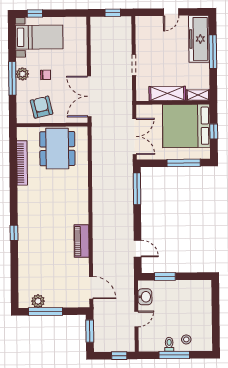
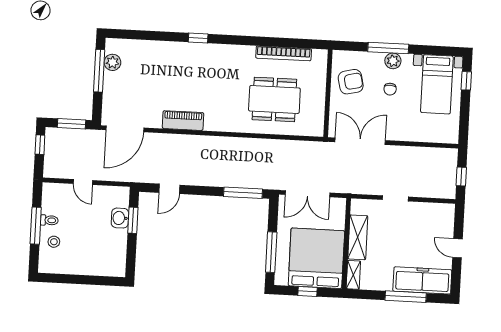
dining table: (57, 149) -> (274, 99), moved
door: (91, 288) -> (125, 129), width x1.36
washbasin: (145, 297) -> (120, 218), moved, turned 90
window: (119, 356) -> (40, 145), moved

